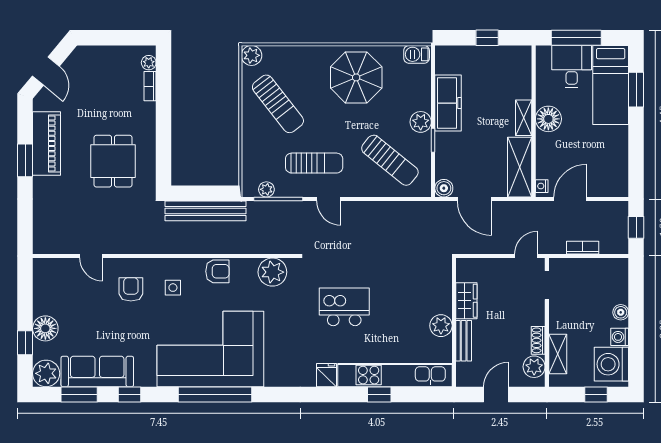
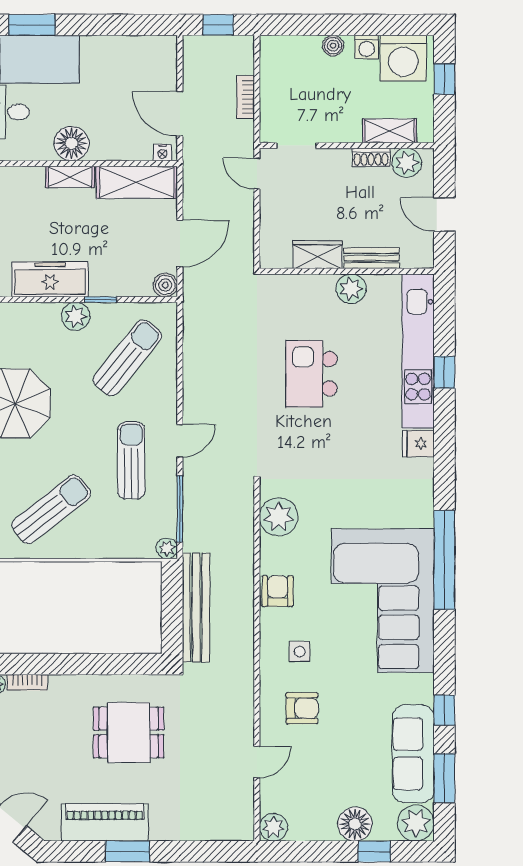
plant: (266, 189) -> (167, 548), moved
plant: (43, 268) -> (273, 827), added
armchair: (131, 289) -> (302, 708), turned 180
kitchen island: (344, 307) -> (311, 374), moved
window: (215, 394) -> (444, 560), moved

